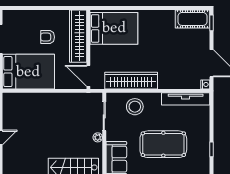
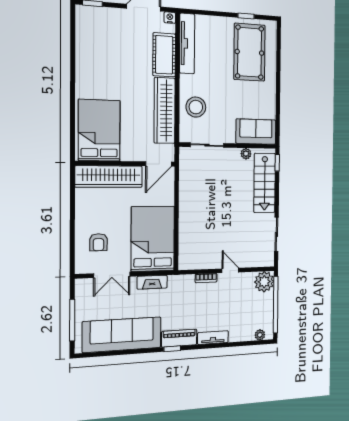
cot: (192, 19) -> (164, 55), moved
armchair: (48, 37) -> (98, 242), moved
plant: (98, 137) -> (246, 154), moved
pool table: (163, 144) -> (249, 52), moved

